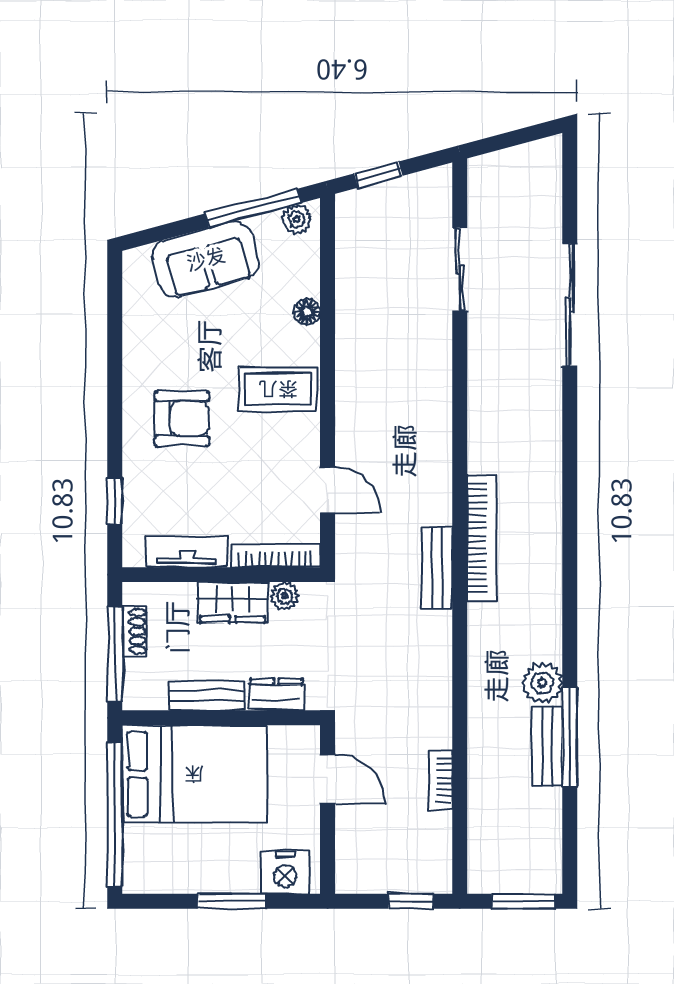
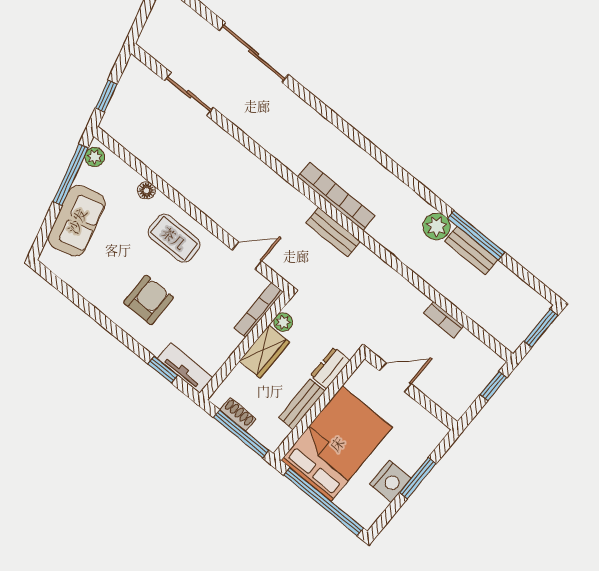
coffee table: (278, 389) -> (174, 238), turned 90
tv unit: (187, 552) -> (185, 368), moved, turned 90
nightstand: (285, 873) -> (390, 481), moved

